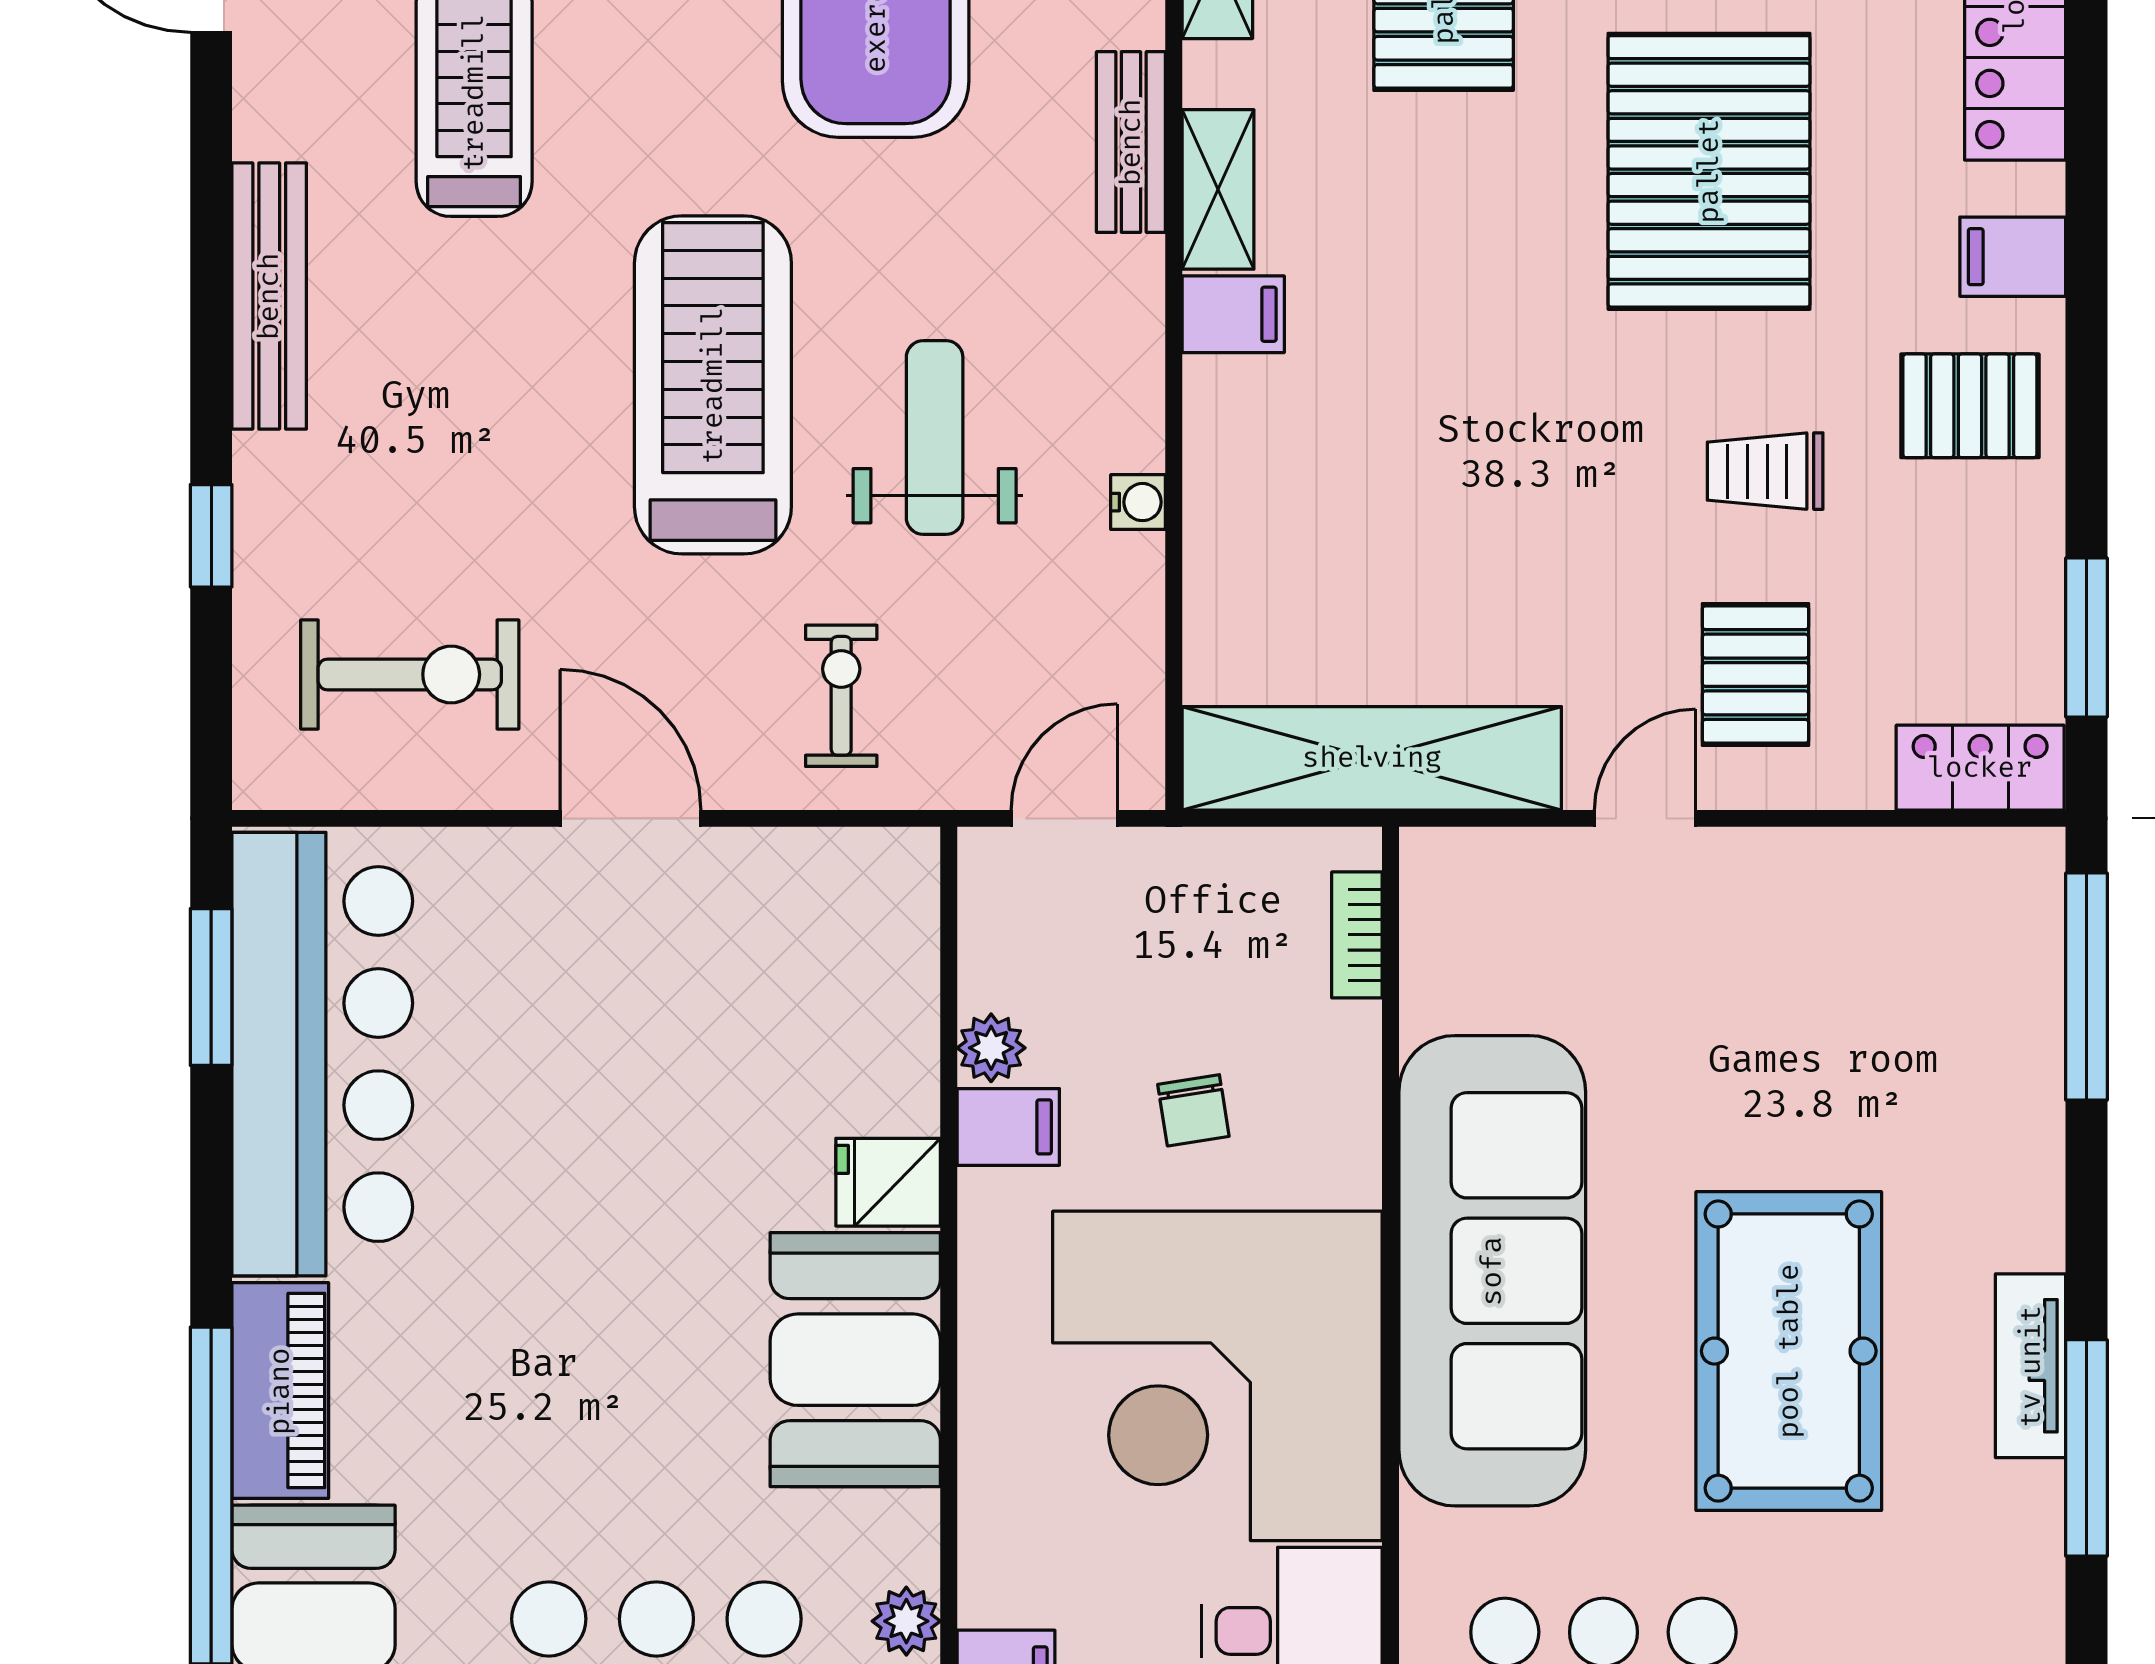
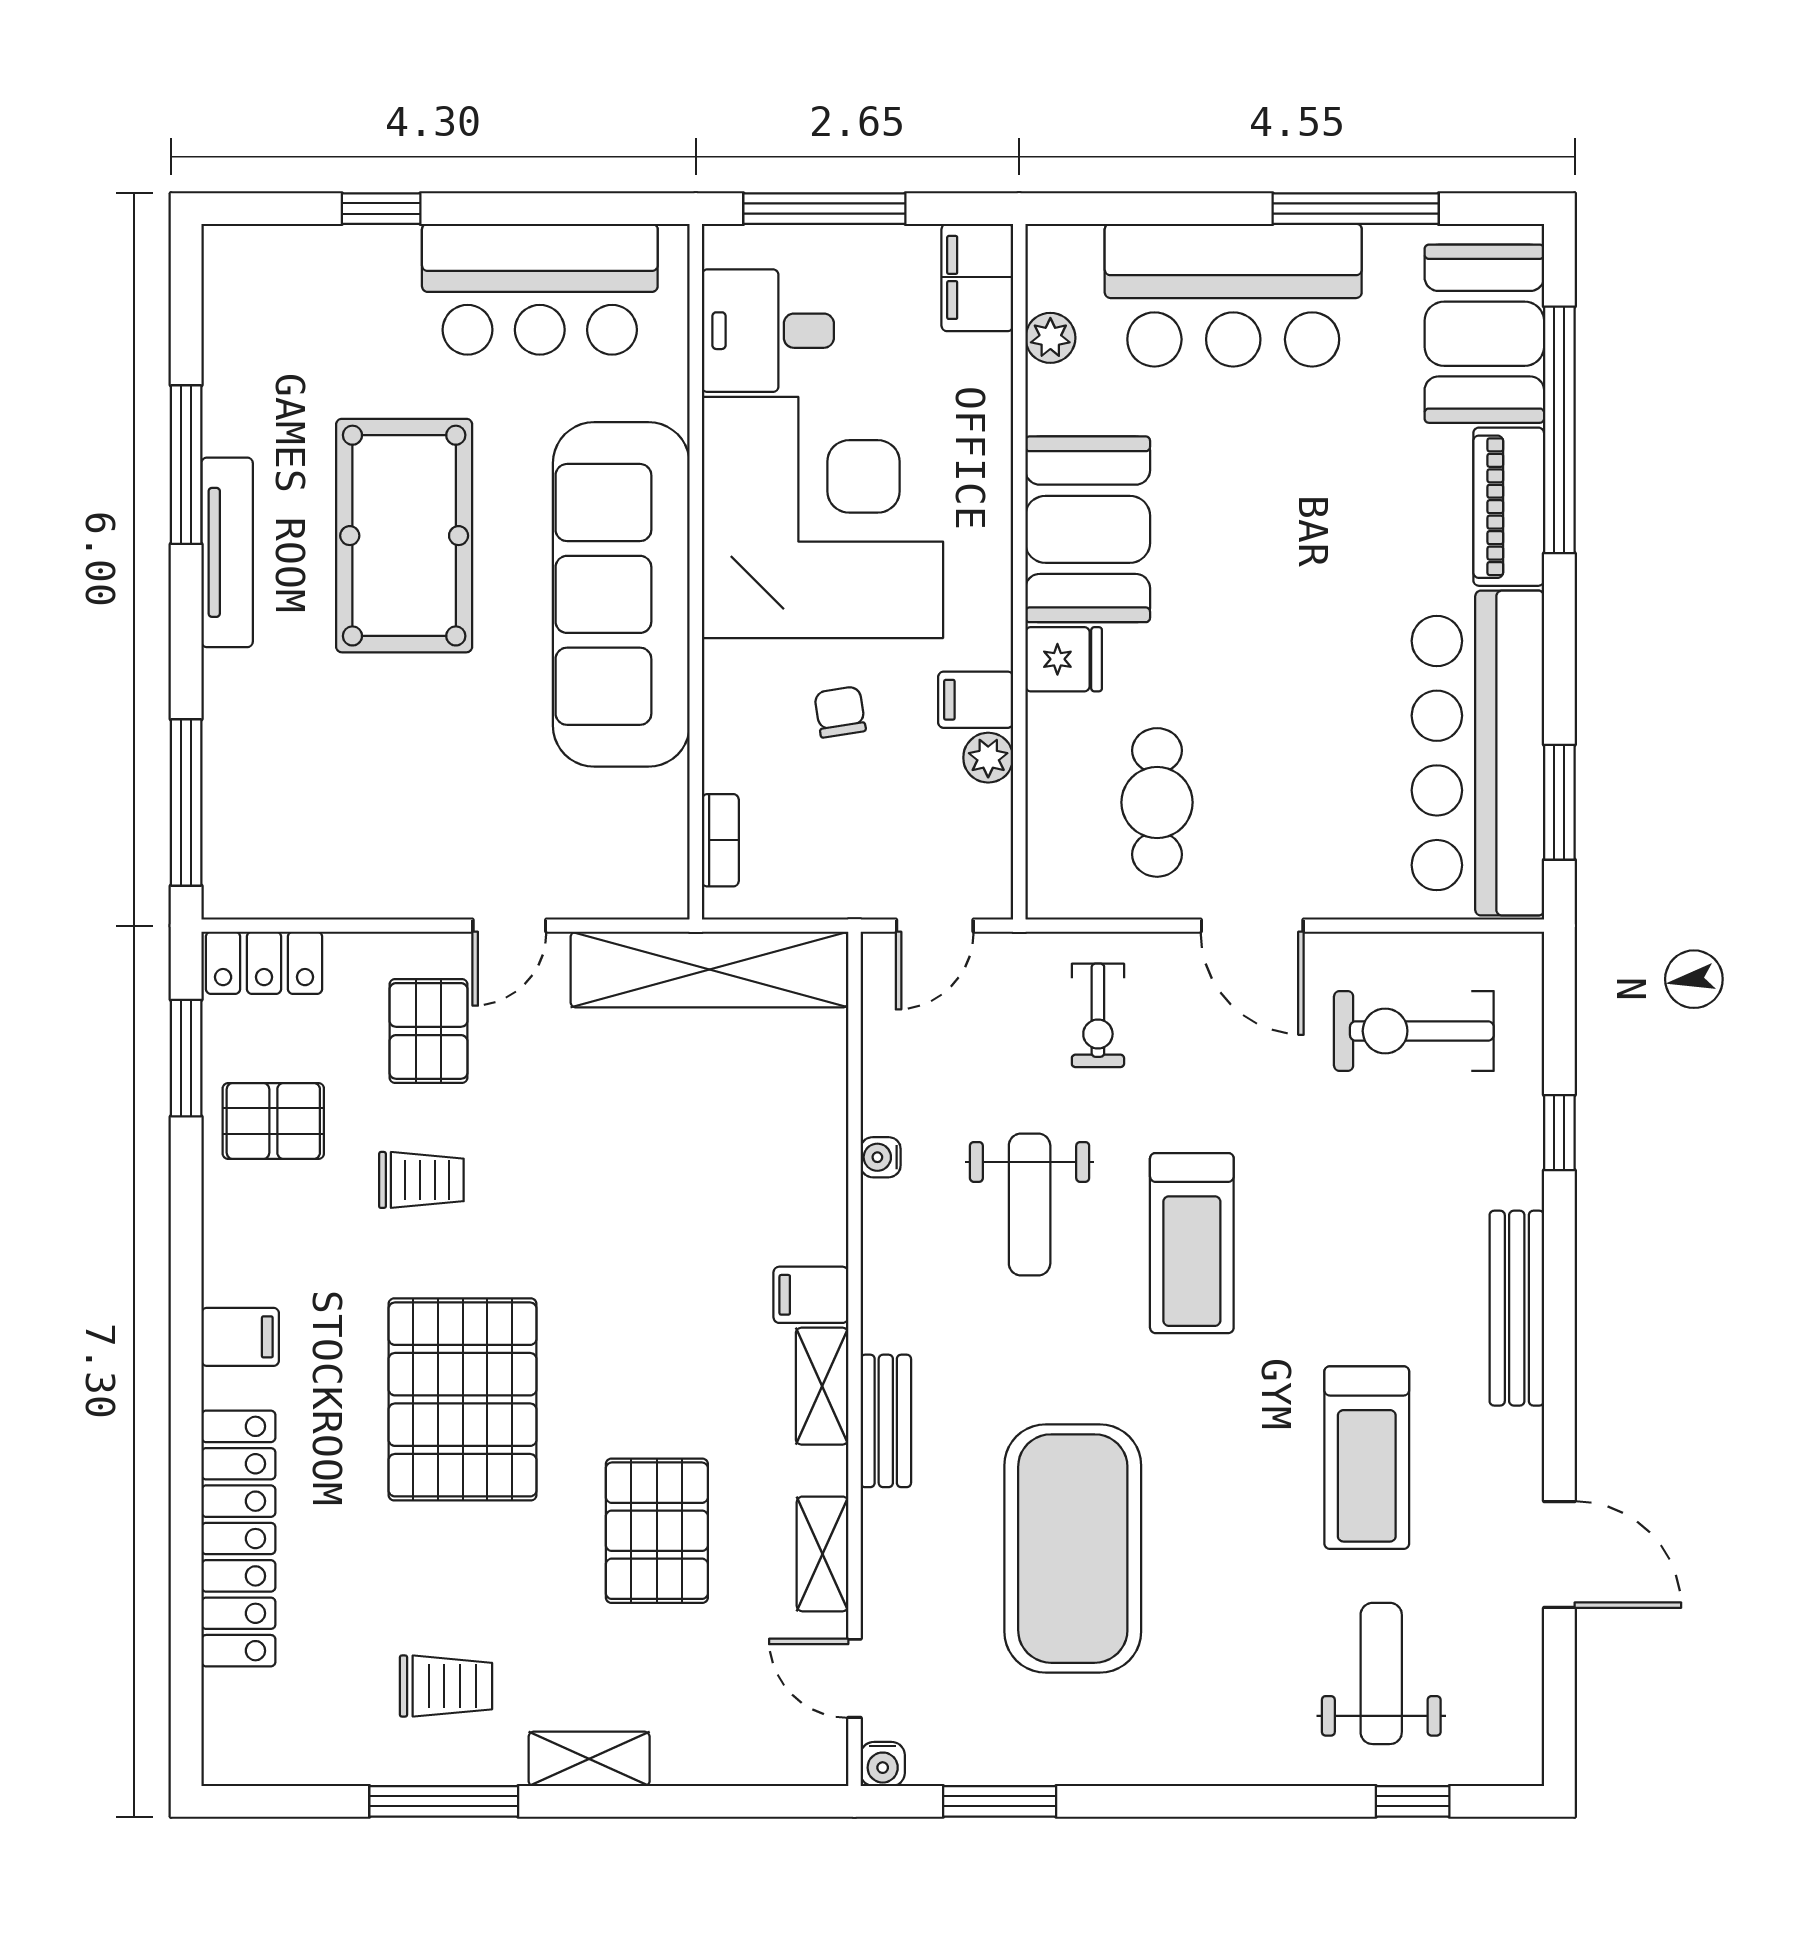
treadmill: (713, 385) -> (1192, 1243), width x0.73, depth x0.73
pallet: (1970, 406) -> (273, 1121), moved
cafe table: (761, 987) -> (1157, 802), added
tv unit: (2031, 1366) -> (227, 552), width x1.41

